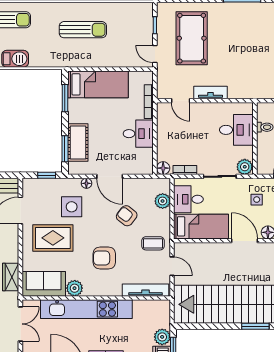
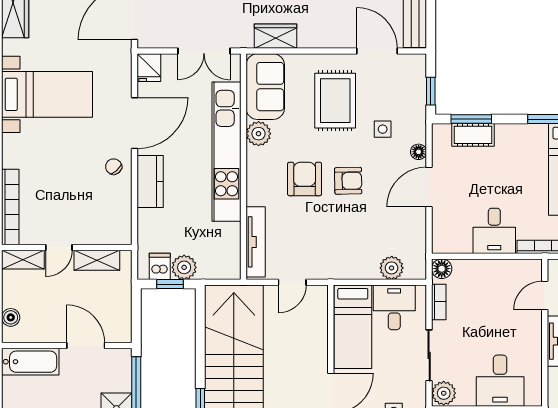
cot: (78, 143) -> (473, 135), width x0.73, depth x0.75
side table: (72, 207) -> (383, 129), width x0.54, depth x0.54
armchair: (127, 216) -> (348, 181), moved, turned 51
coffee table: (153, 243) -> (327, 253), removed

